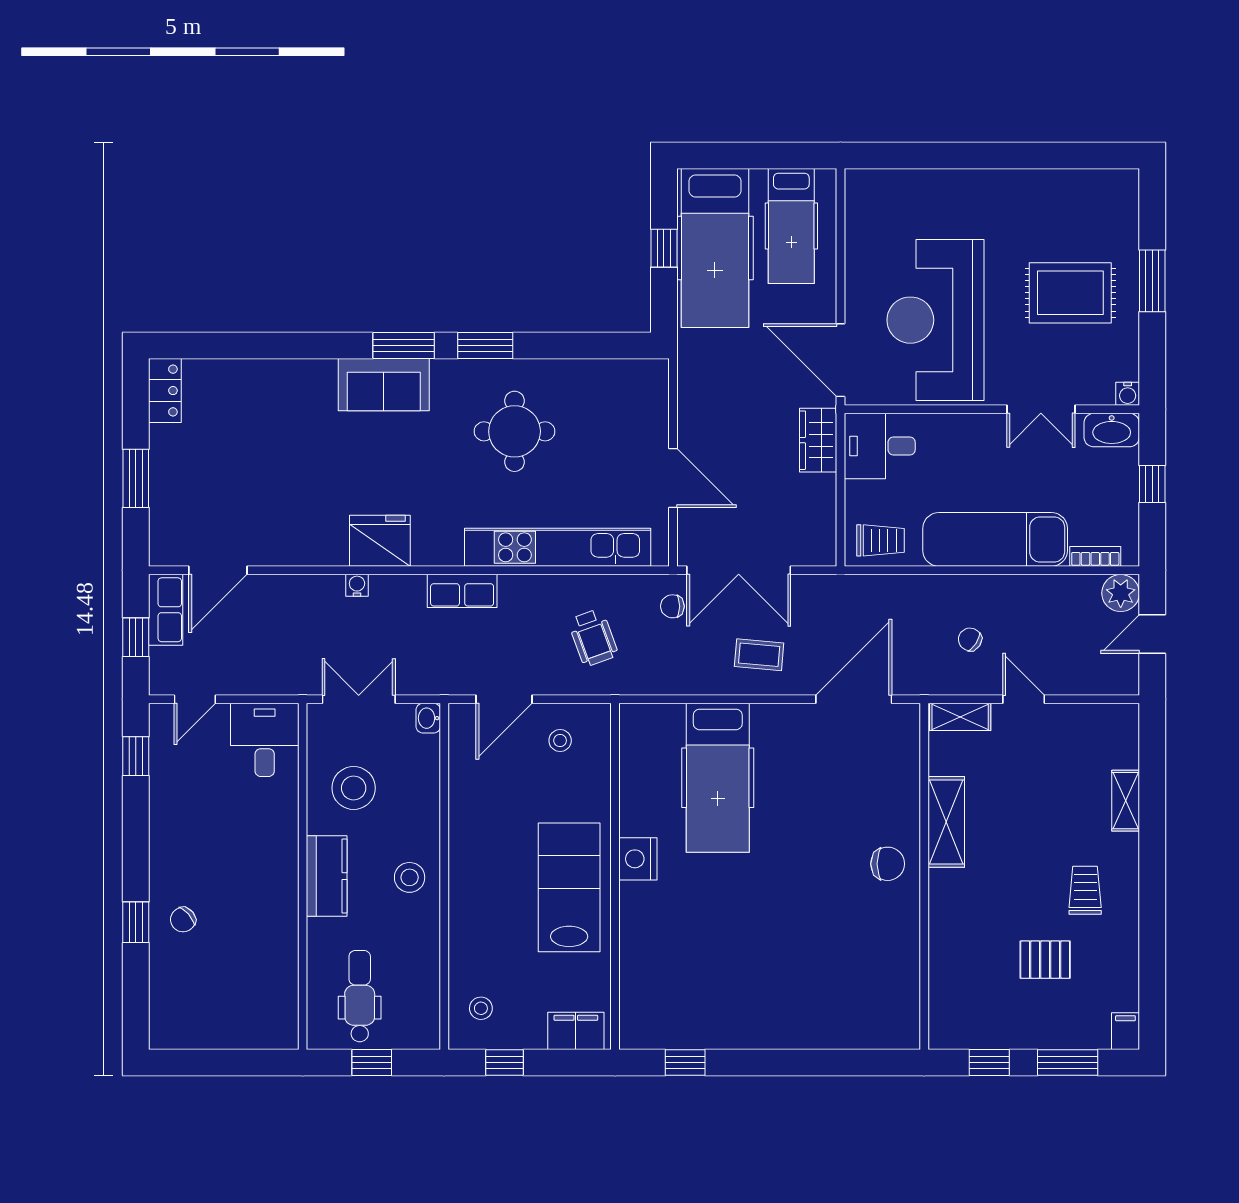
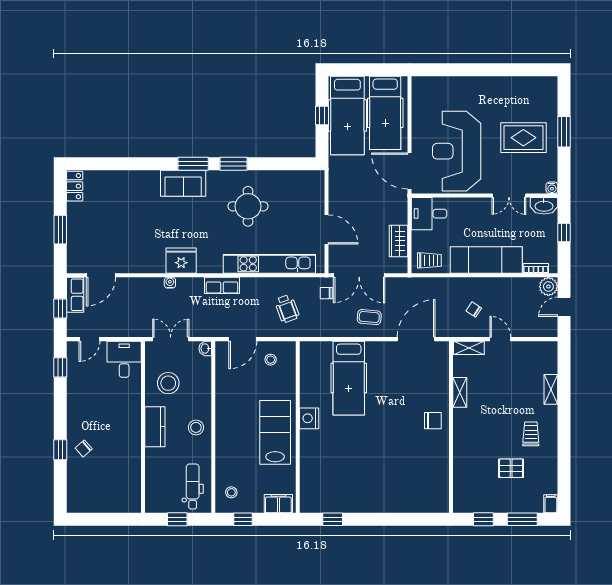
hospital bed: (791, 226) -> (385, 113), width x1.37, depth x1.29
wardrobe: (818, 440) -> (398, 241), moved
shelving: (946, 822) -> (460, 392), width x0.67, depth x0.75
dental chair: (360, 996) -> (193, 486), moved

